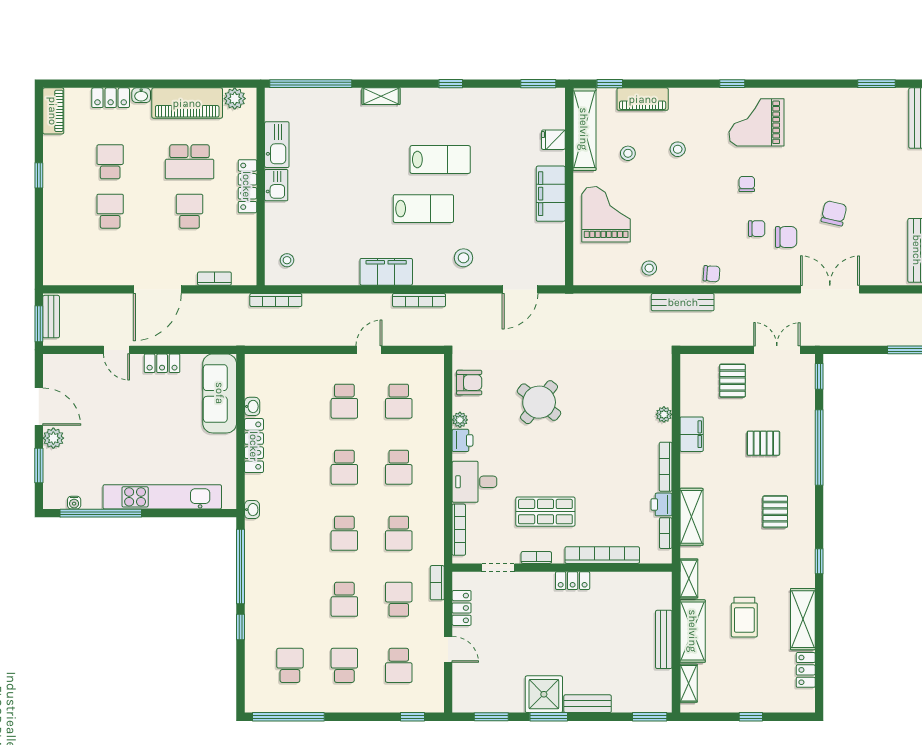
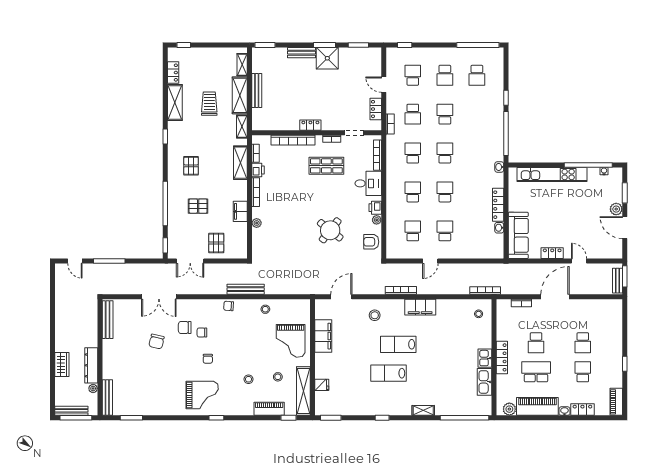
school desk: (110, 162) -> (583, 372), turned 180
filing cabinet: (551, 194) -> (323, 336), moved
window: (751, 717) -> (184, 45), moved

